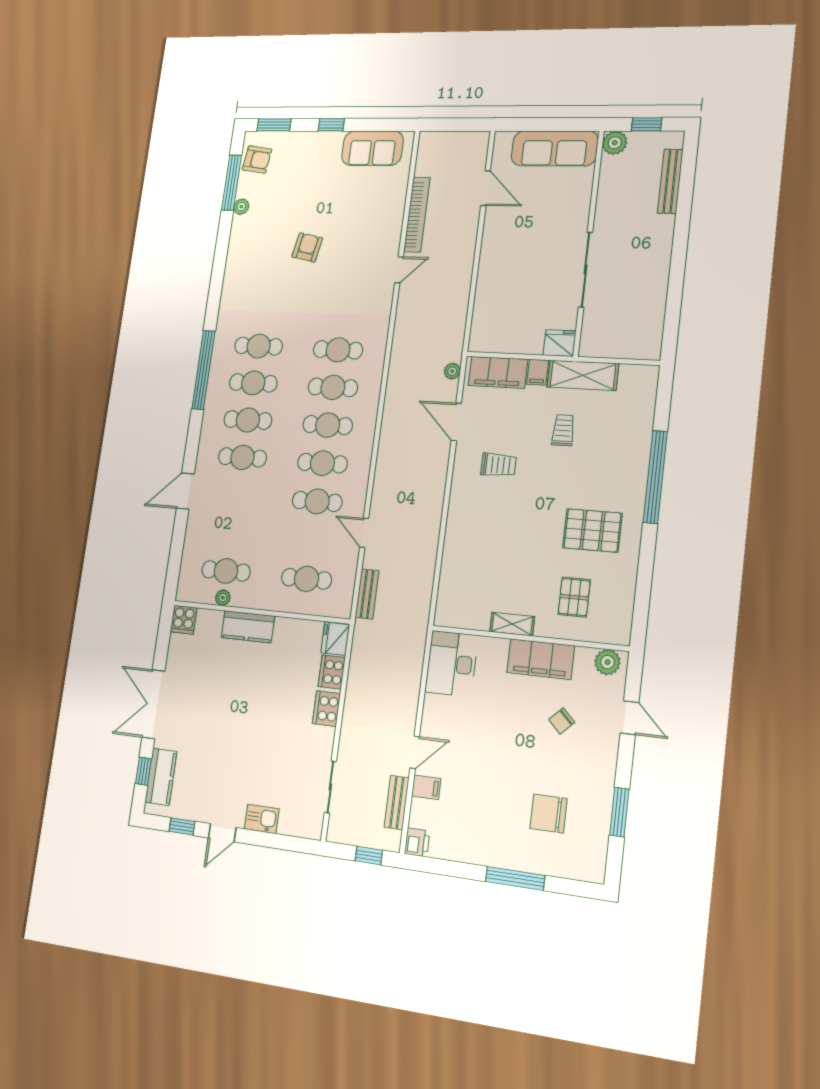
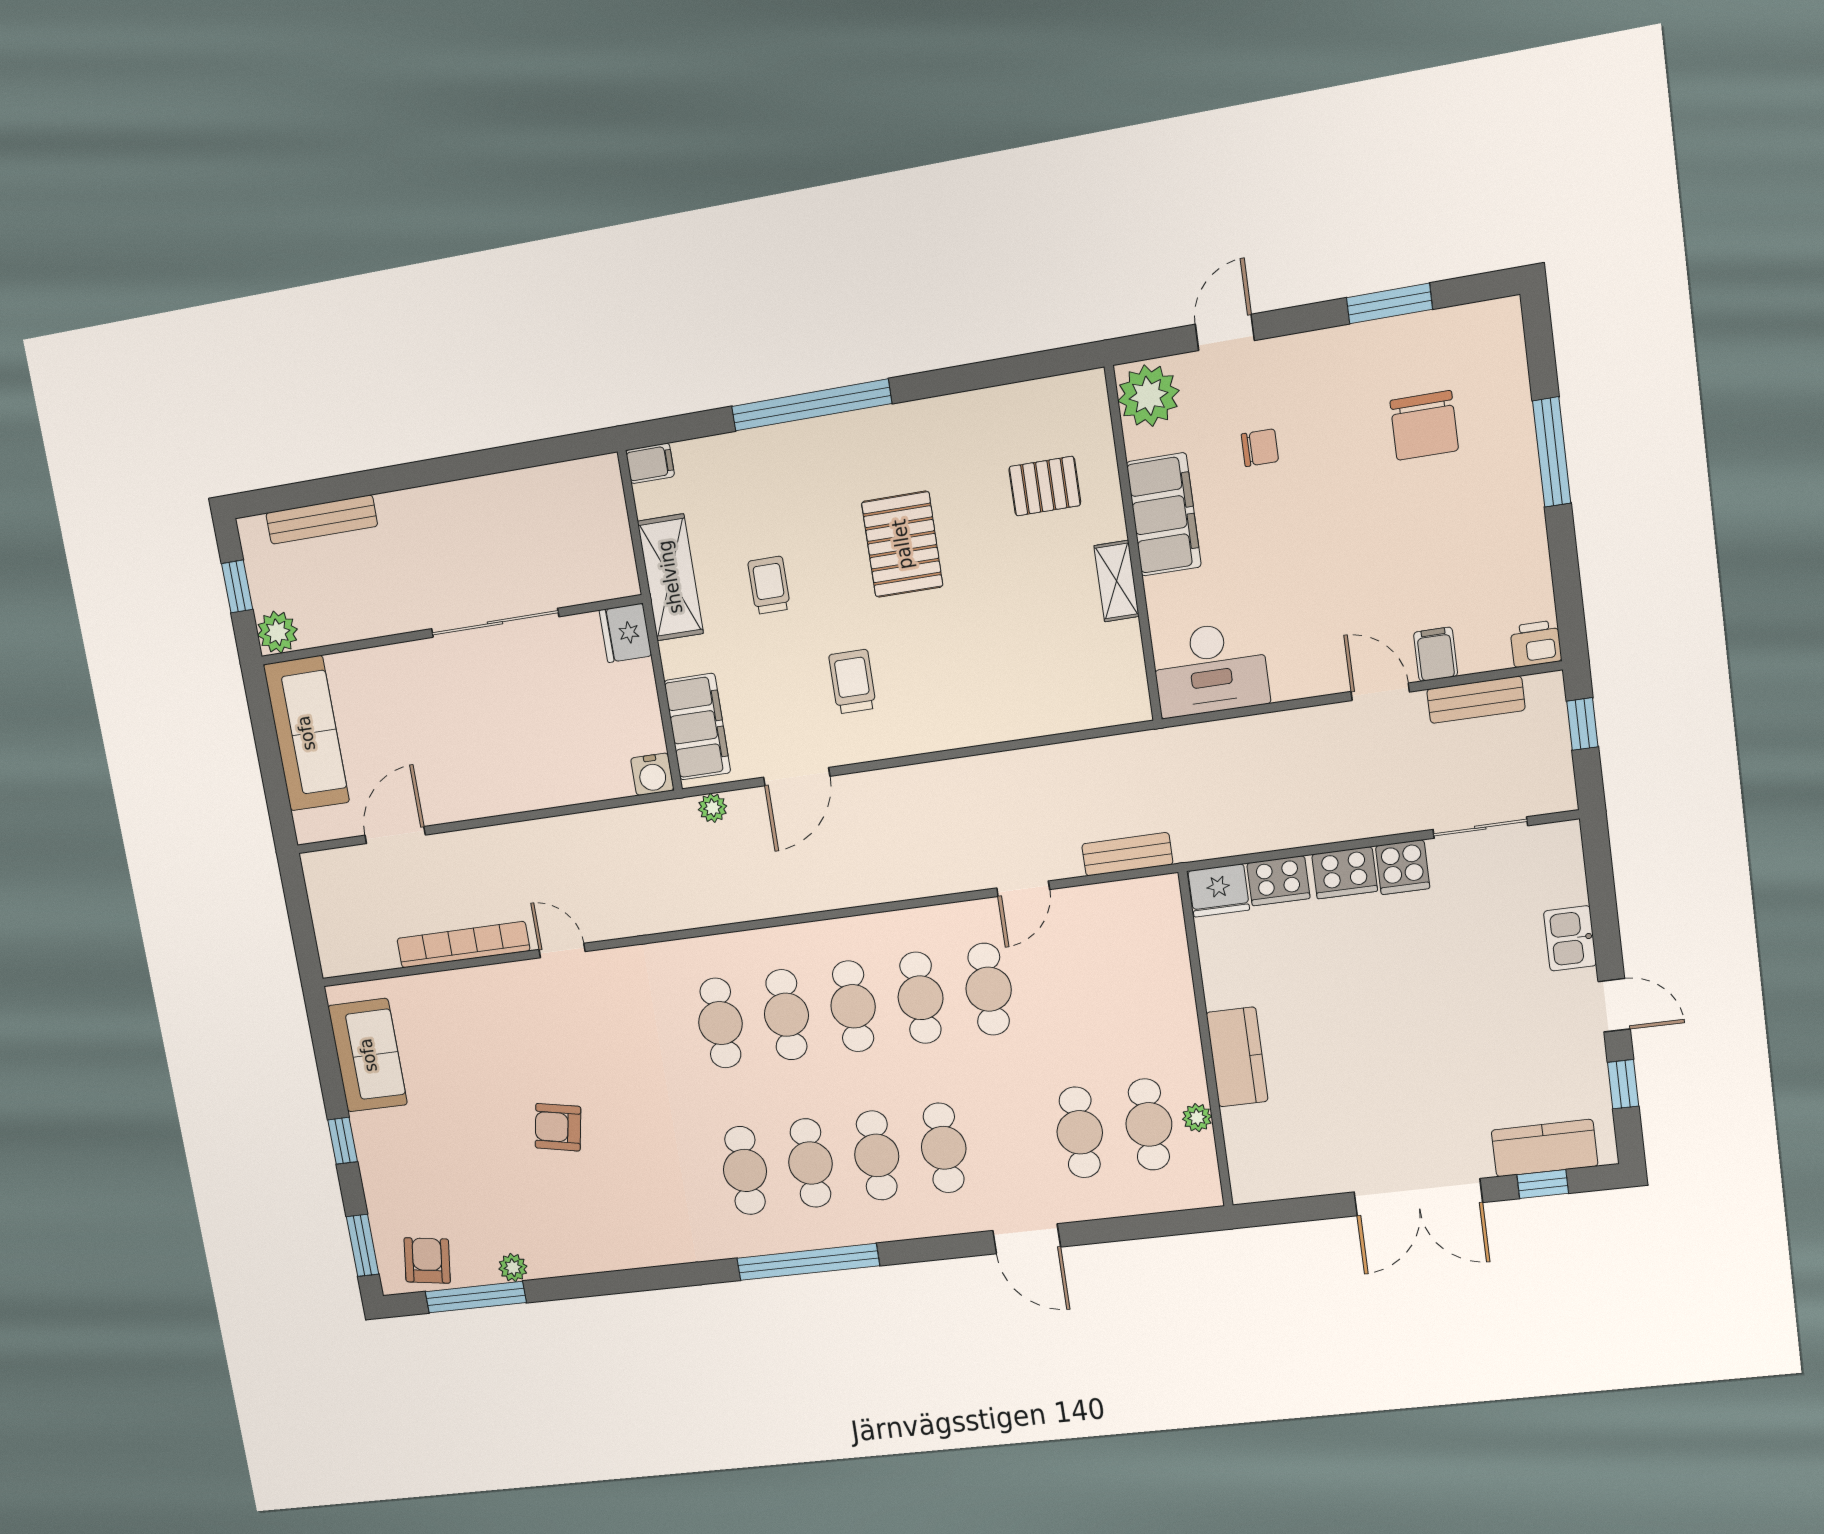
water cooler: (479, 341) -> (652, 774), added
filing cabinet: (538, 372) -> (650, 463), moved
trolley: (563, 430) -> (769, 585), turned 90
pallet: (592, 530) -> (902, 544), moved
cafe table: (307, 579) -> (1080, 1132), moved
cooker: (184, 620) -> (1403, 867), moved, turned 90
plant: (608, 662) -> (1148, 396), width x1.36, depth x1.36
chair: (562, 721) -> (1260, 448), turned -45

